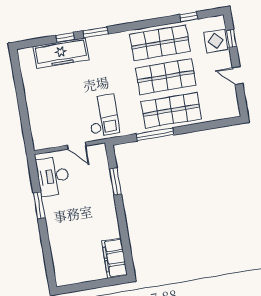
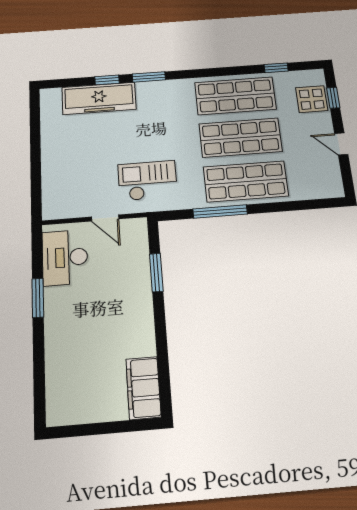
checkout: (103, 115) -> (147, 181), turned -90

